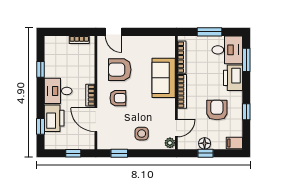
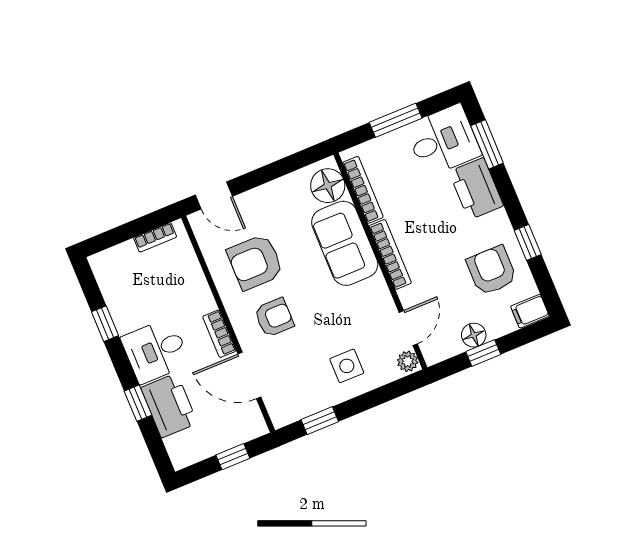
floor lamp: (167, 49) -> (328, 186), added
armchair: (217, 110) -> (492, 270), moved
window: (41, 126) -> (138, 403), moved

